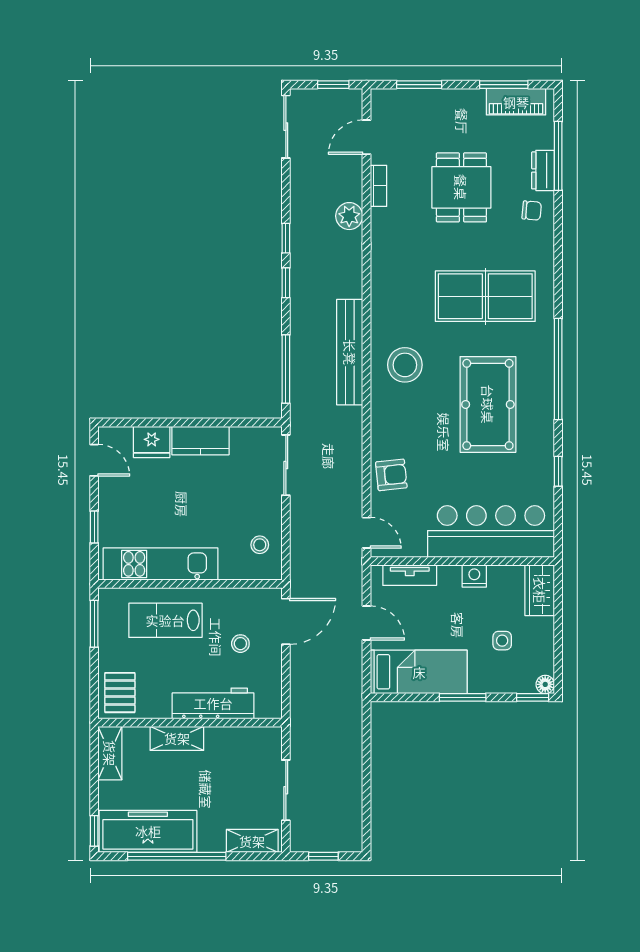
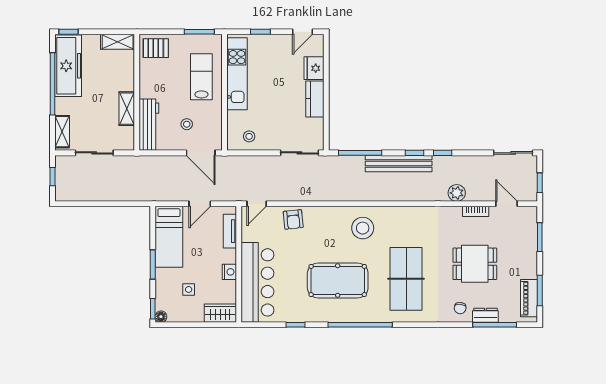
bench: (350, 352) -> (399, 164), moved
workbench: (213, 703) -> (149, 125), moved
shelving: (177, 738) -> (127, 109), moved

